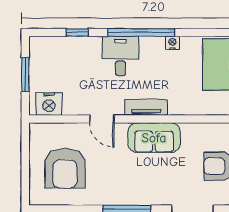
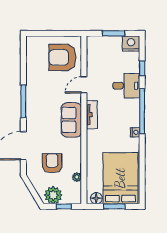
desk: (120, 56) -> (126, 86), moved
nightstand: (49, 104) -> (131, 43), moved, turned 90
armchair: (65, 168) -> (62, 57), moved

